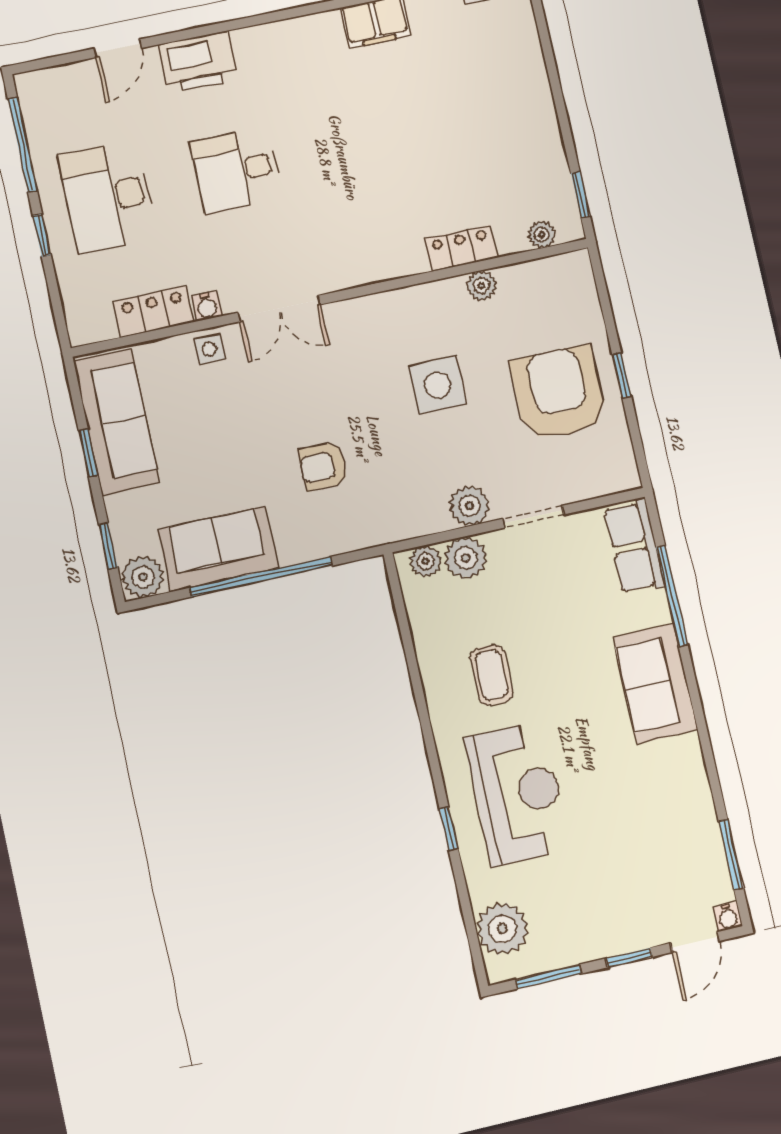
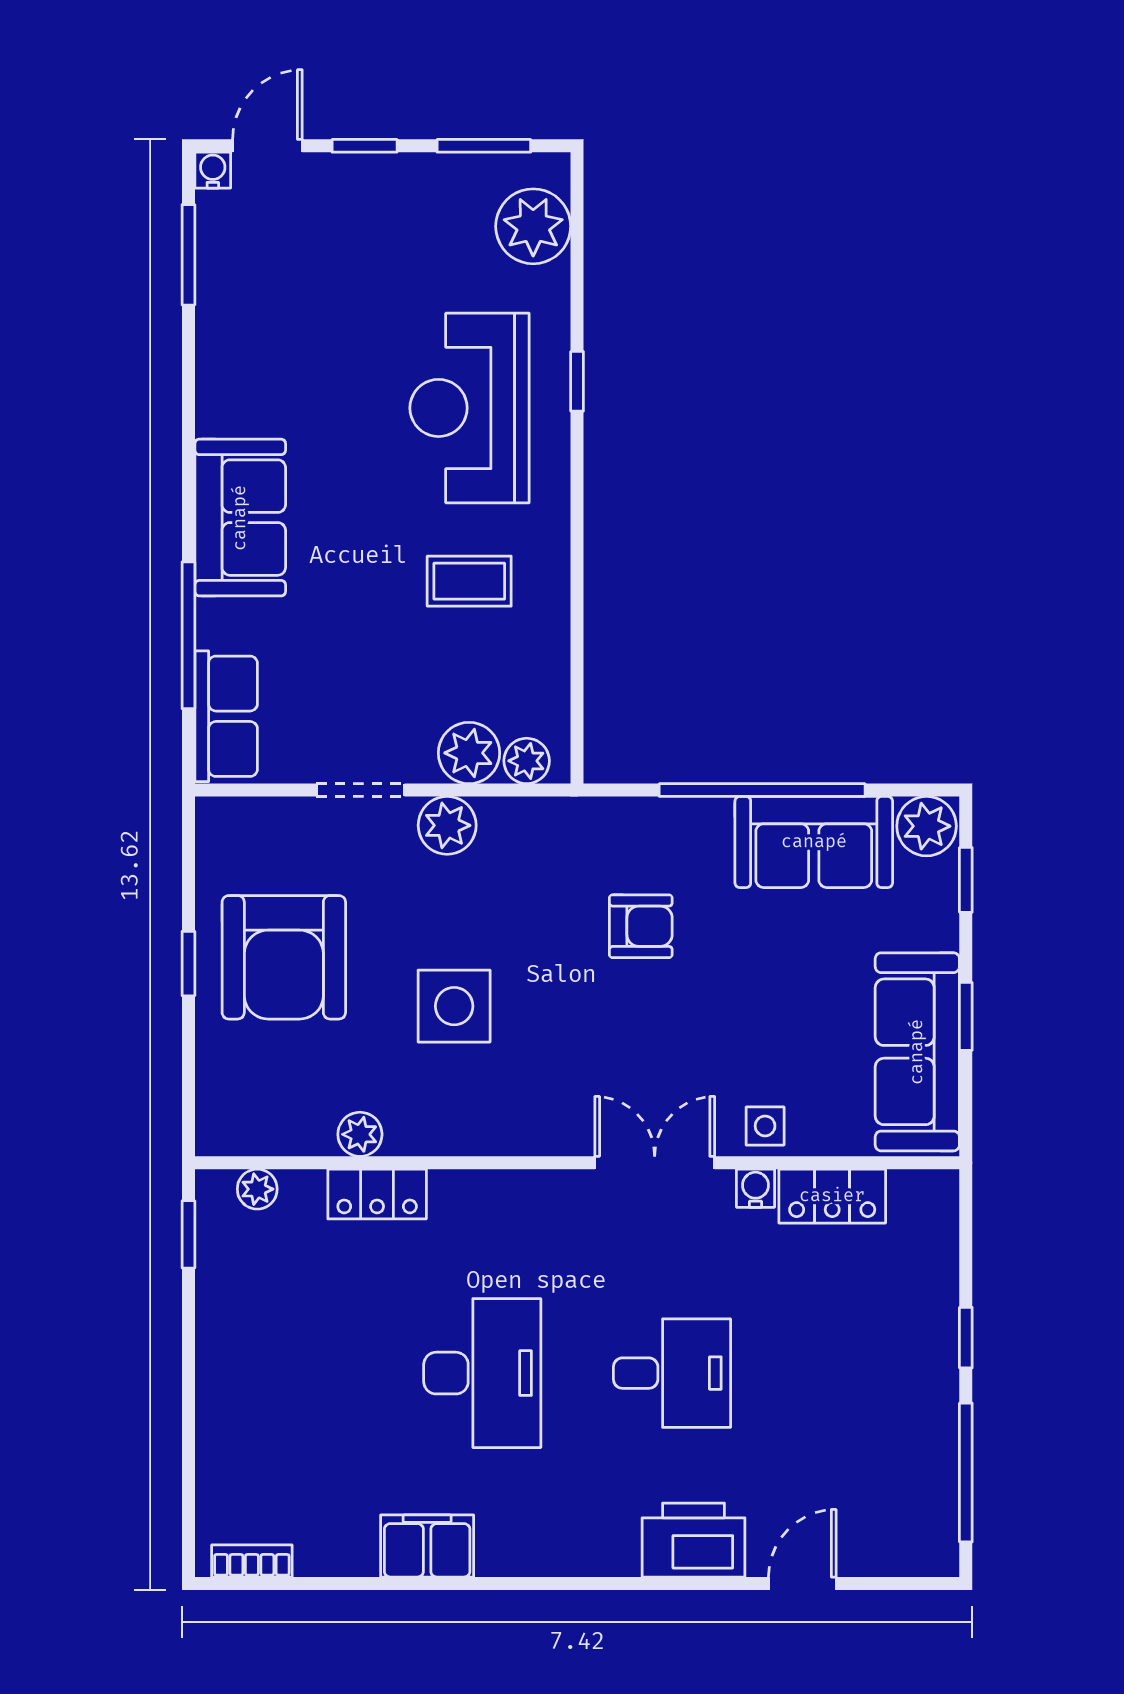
desk: (108, 197) -> (482, 1373), moved
coffee table: (492, 675) -> (469, 581), turned 90

